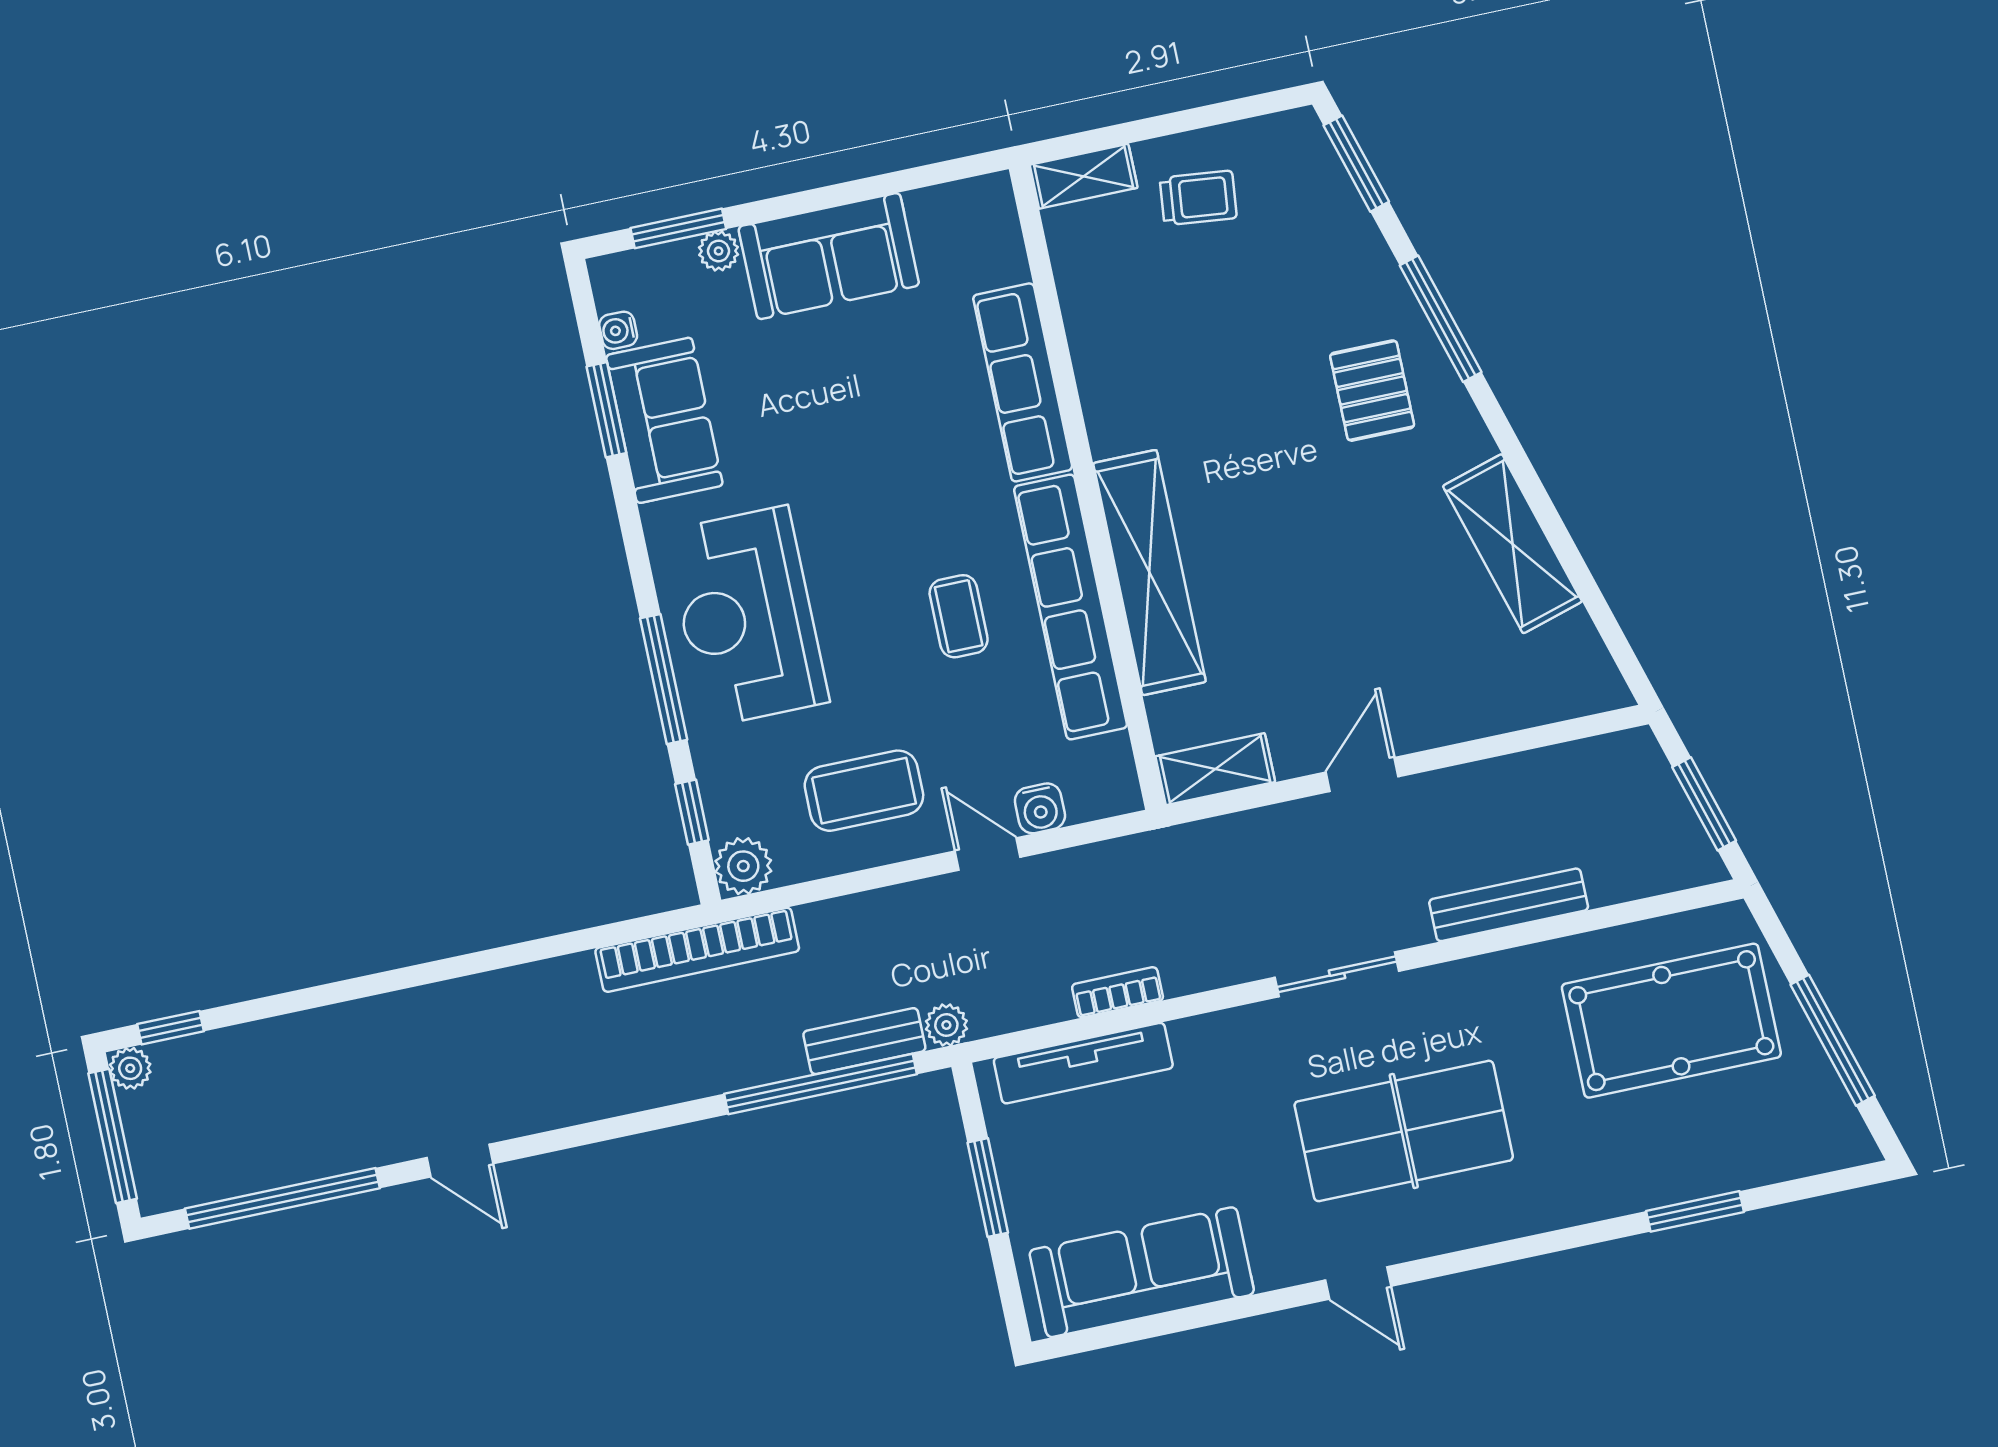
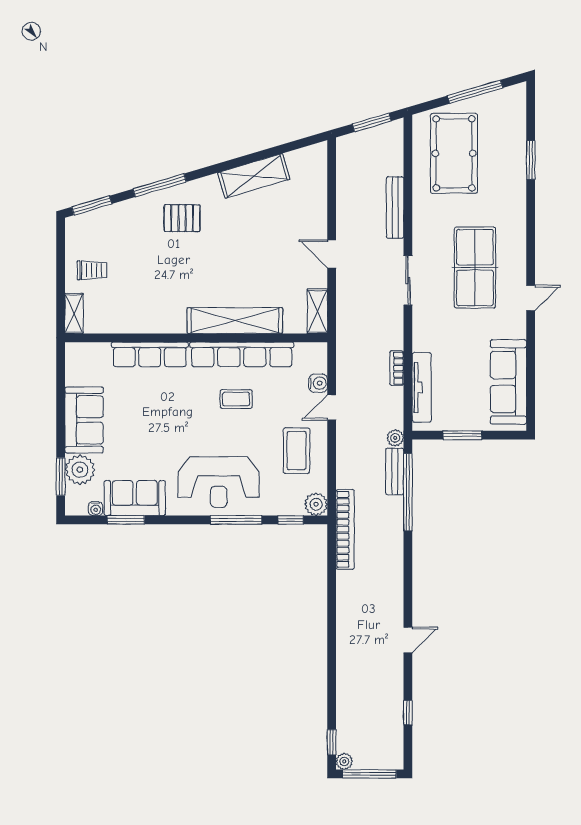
trolley: (1198, 198) -> (92, 270), turned 84
plant: (719, 251) -> (80, 470), width x1.87, depth x1.87
window: (282, 1198) -> (408, 713), width x0.32

